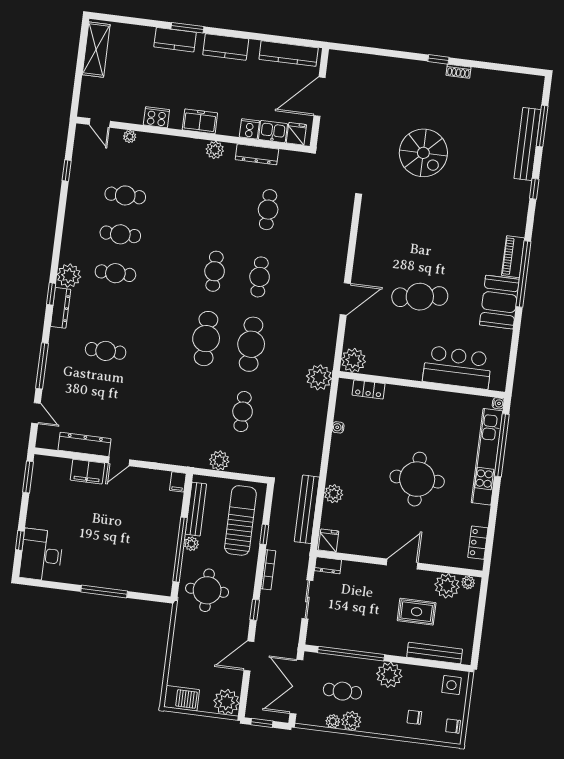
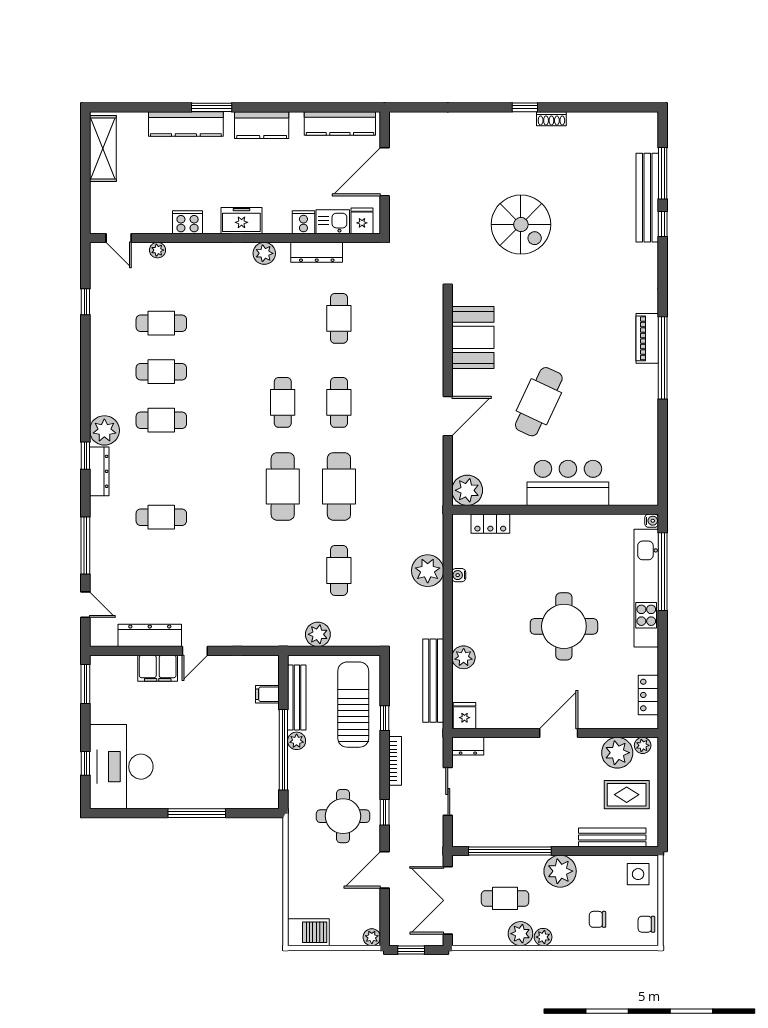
kitchen counter: (175, 40) -> (186, 124), width x1.50
window: (534, 189) -> (663, 224), moved
cafe table: (420, 297) -> (539, 402), turned -56
booth: (499, 302) -> (473, 337), moved
bar counter: (457, 367) -> (568, 483), moved
plant: (319, 377) -> (428, 571), moved
filing cabinet: (178, 482) -> (267, 694), moved, turned 90
desk: (41, 555) -> (121, 767), width x1.36, depth x1.30
round table: (207, 590) -> (343, 816), moved
rug: (417, 612) -> (627, 795), moved
plant: (226, 702) -> (372, 937), width x0.53, depth x0.53
plant: (333, 721) -> (543, 937), moved

